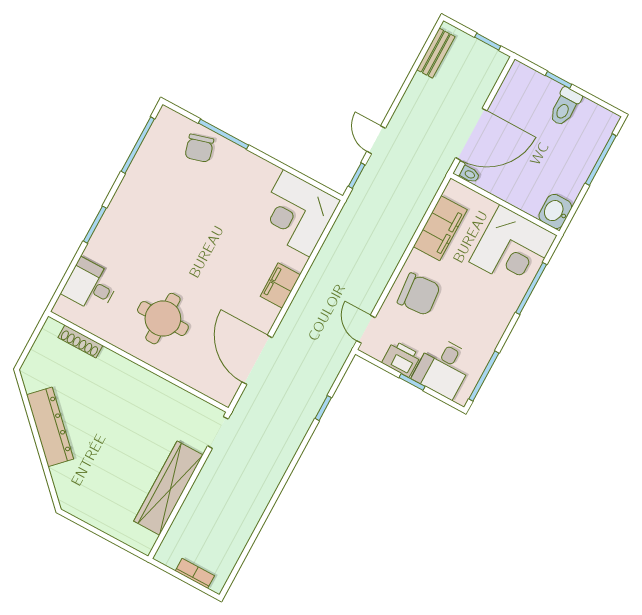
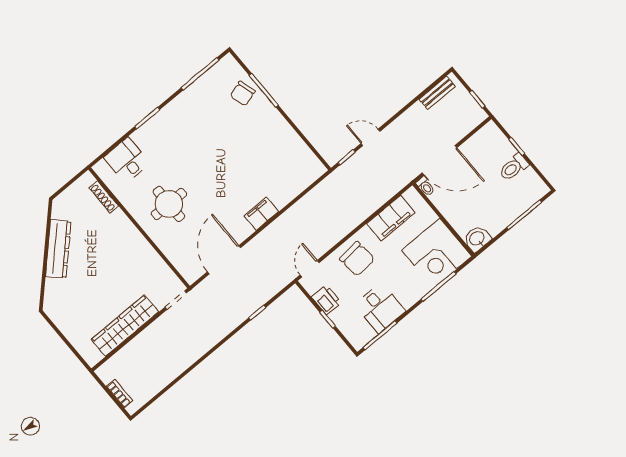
door: (376, 140) -> (370, 137), hinge flipped
corner desk: (297, 213) -> (293, 167), removed
desk: (443, 367) -> (380, 308), moved, turned -90

